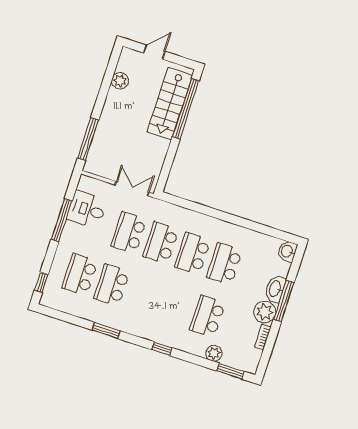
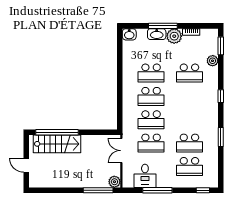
plant: (120, 81) -> (114, 182), moved

